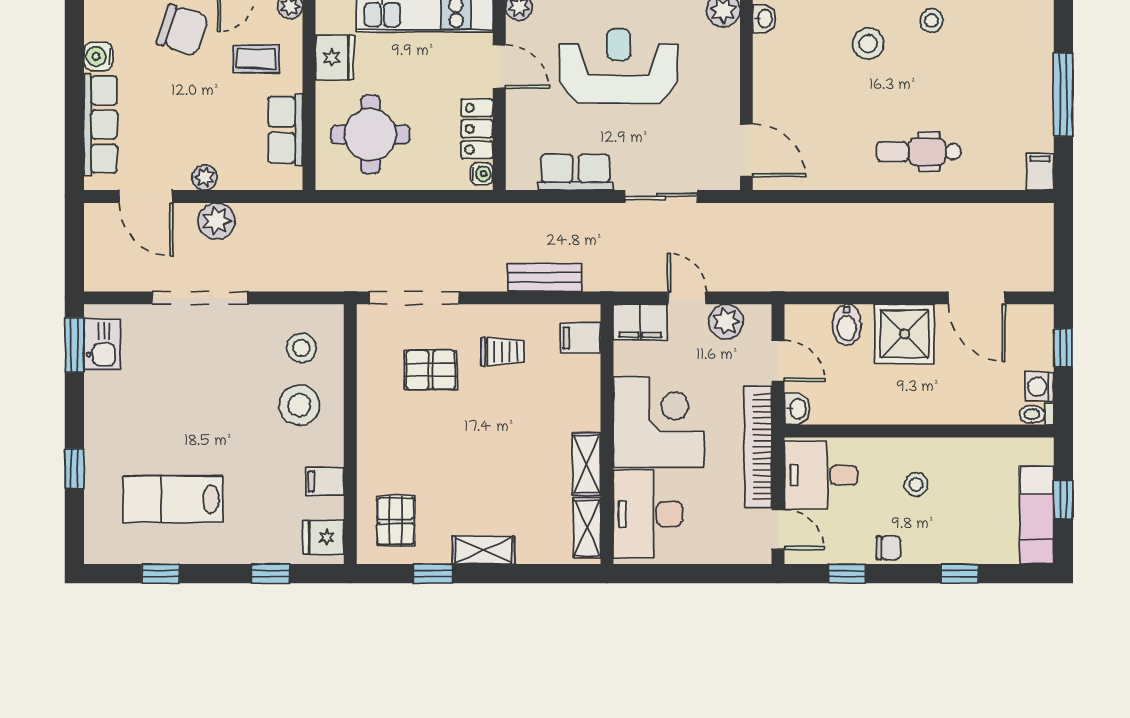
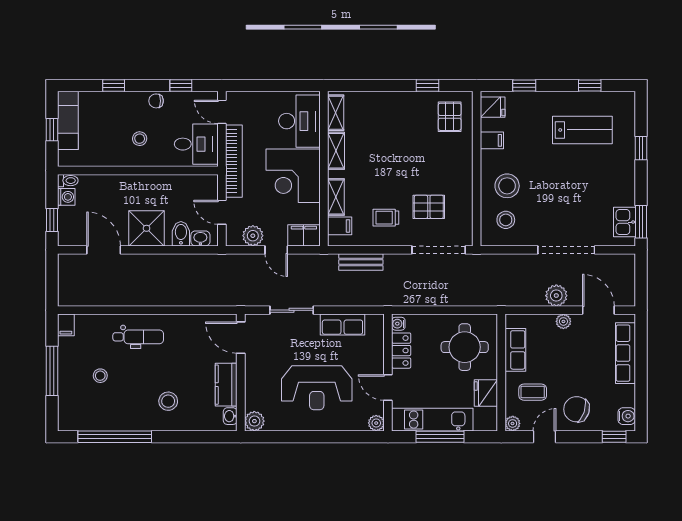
stool: (931, 20) -> (100, 376), moved
water cooler: (98, 56) -> (627, 416), moved
kitchen counter: (771, 71) -> (226, 385), added
washbasin: (797, 409) -> (200, 238), moved, turned 90
shelving: (483, 550) -> (336, 197), moved, turned 90

